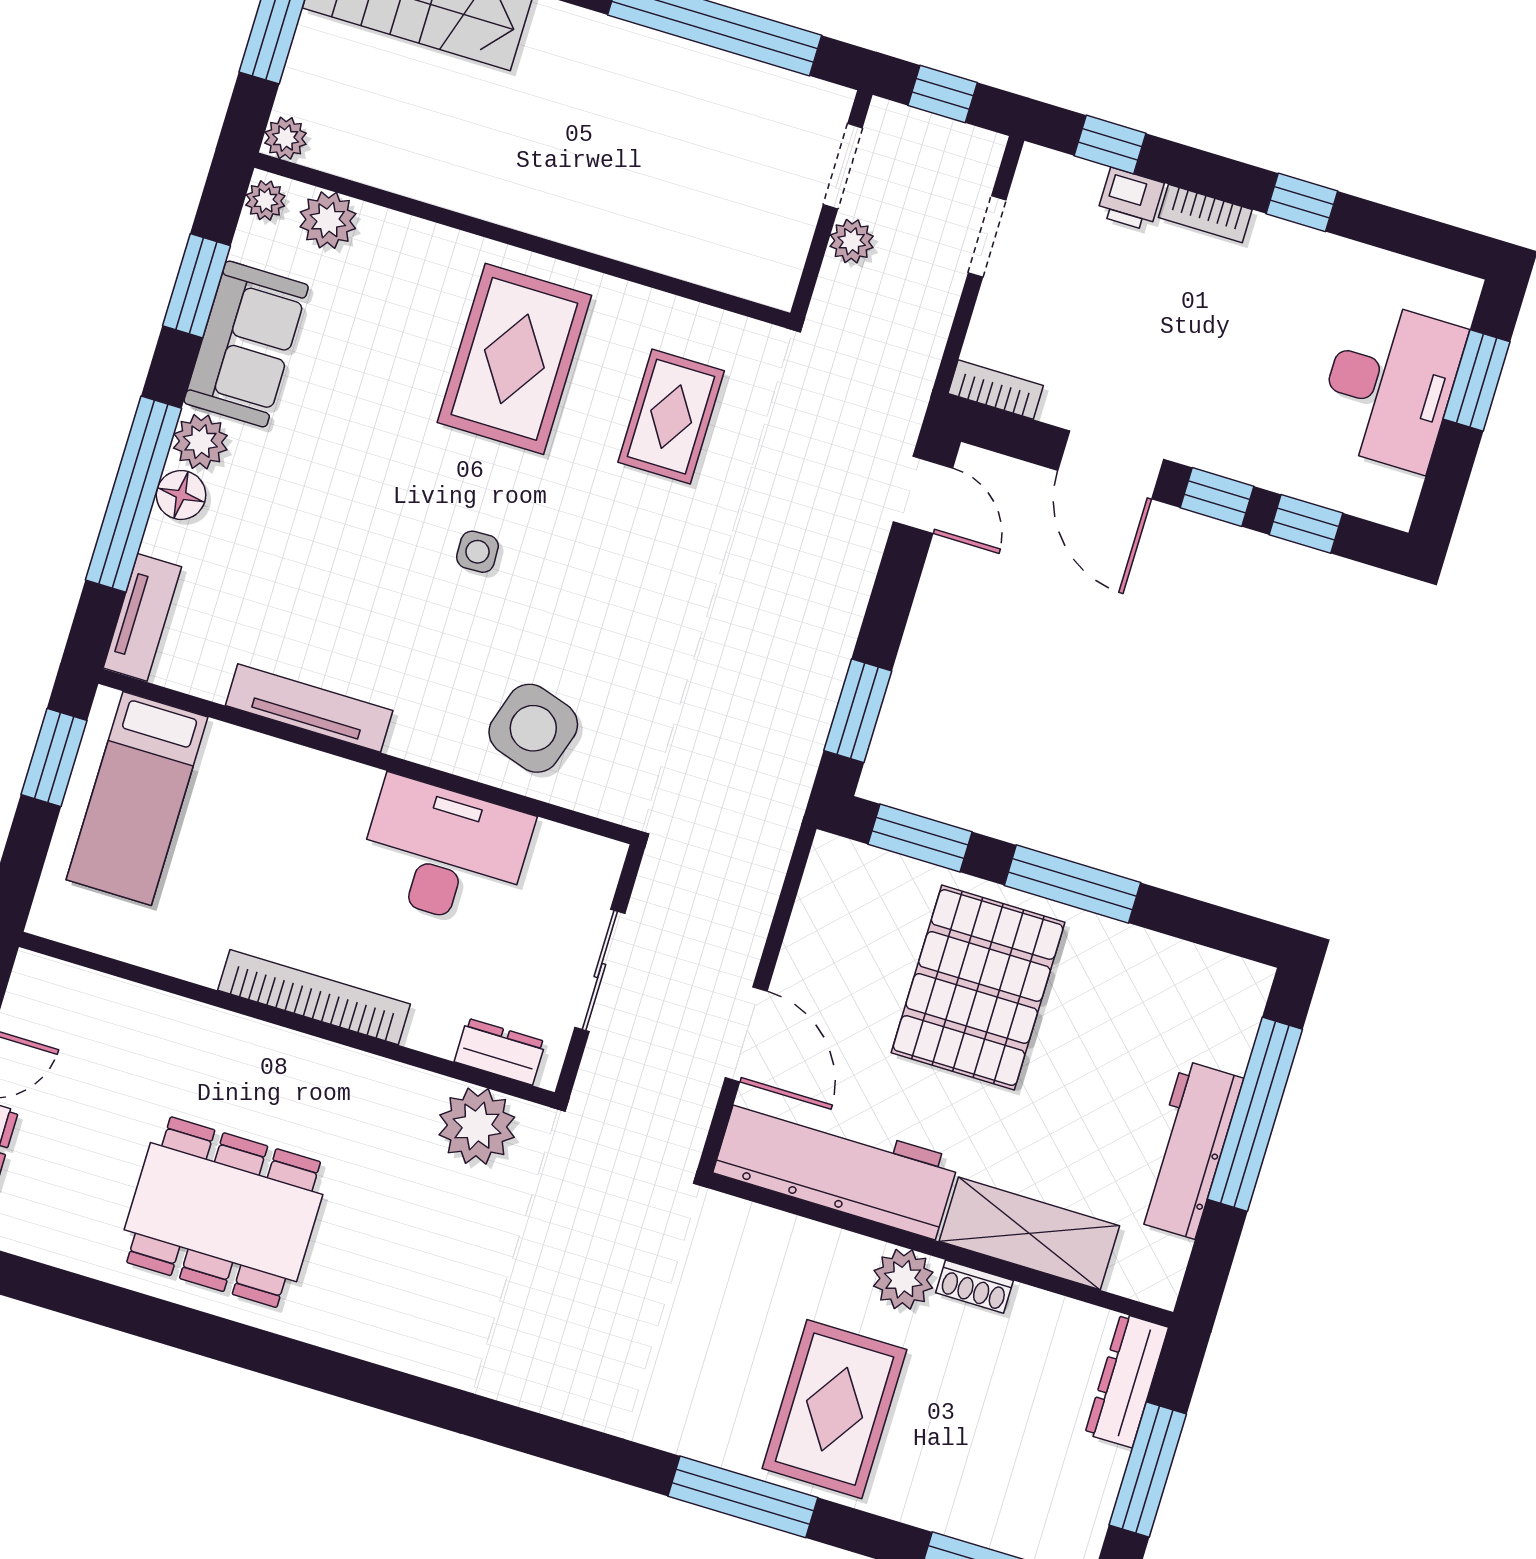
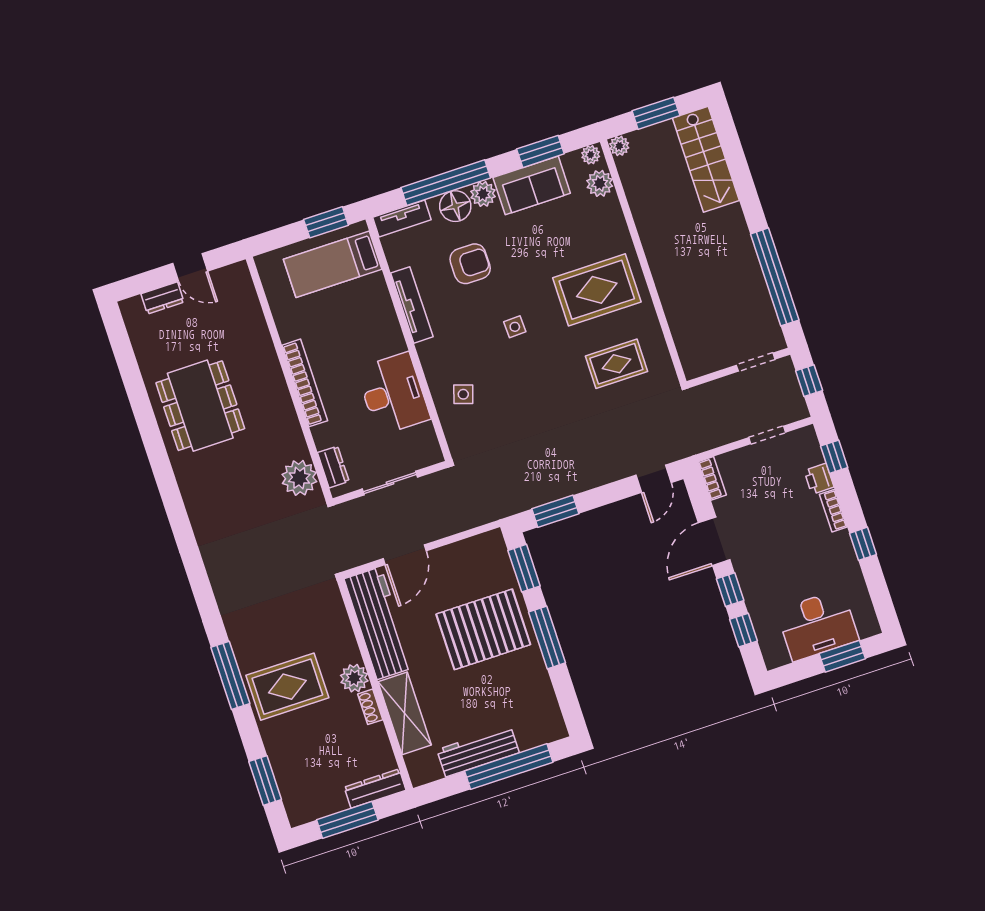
plant: (852, 241) -> (730, 385), removed
floor lamp: (181, 495) -> (455, 206), width x1.38, depth x1.38
armchair: (309, 552) -> (470, 264), added
side table: (533, 728) -> (463, 394), width x0.54, depth x0.54

